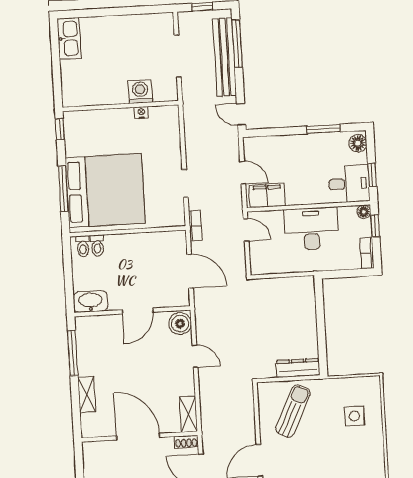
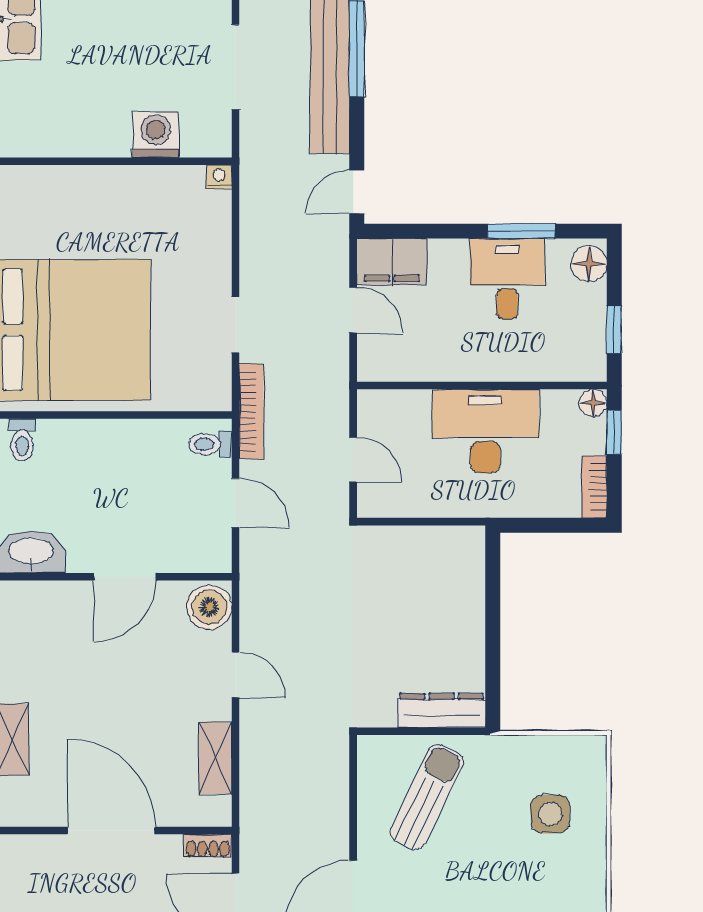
nightstand: (141, 113) -> (219, 177), moved
door: (241, 114) -> (357, 192), hinge flipped
desk: (349, 184) -> (507, 279), moved, turned -90
filing cabinet: (267, 195) -> (392, 262), moved, turned 180
bookcase: (195, 226) -> (251, 411), width x1.56
door: (246, 230) -> (353, 460), moved
toilet: (97, 246) -> (210, 444), moved, turned 90
door: (190, 271) -> (235, 503), width x0.73
shelving: (188, 414) -> (215, 758), moved

